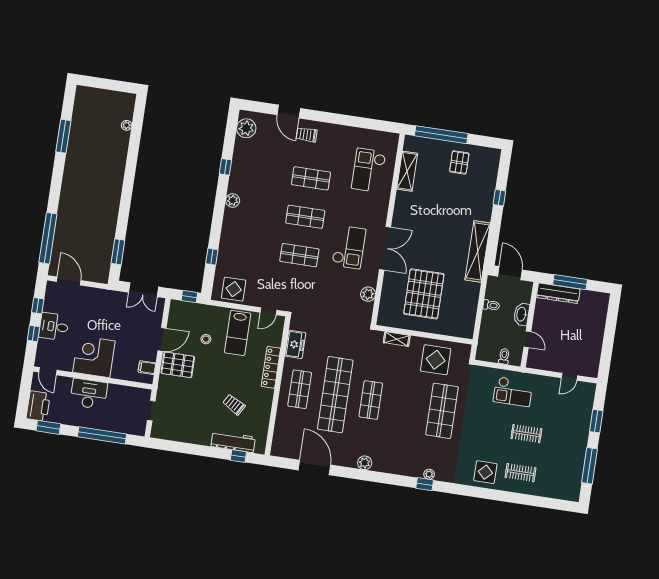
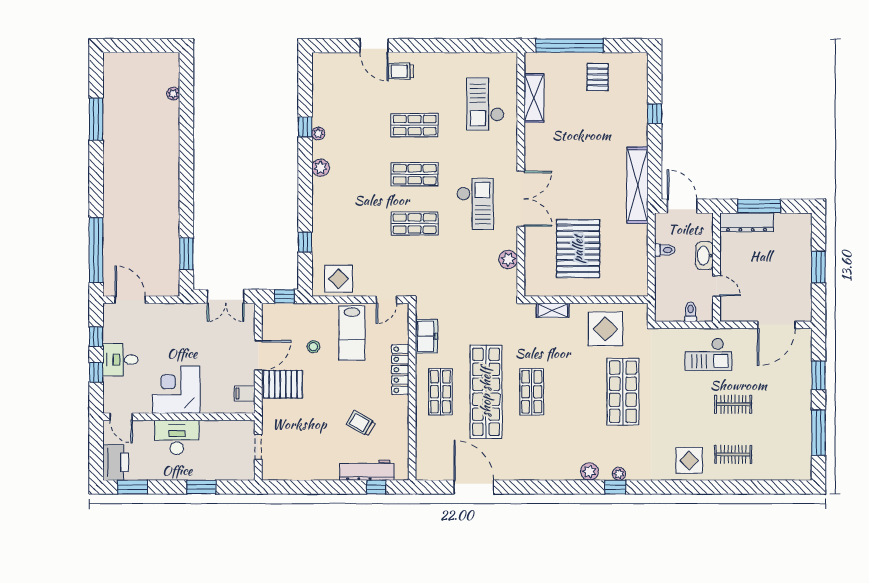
plant: (246, 128) -> (318, 133), moved, width x0.53, depth x0.53
window: (609, 337) -> (818, 267), added
door: (569, 377) -> (776, 325), width x1.88
window: (102, 435) -> (201, 487), width x0.47
plant: (365, 463) -> (590, 472), moved

